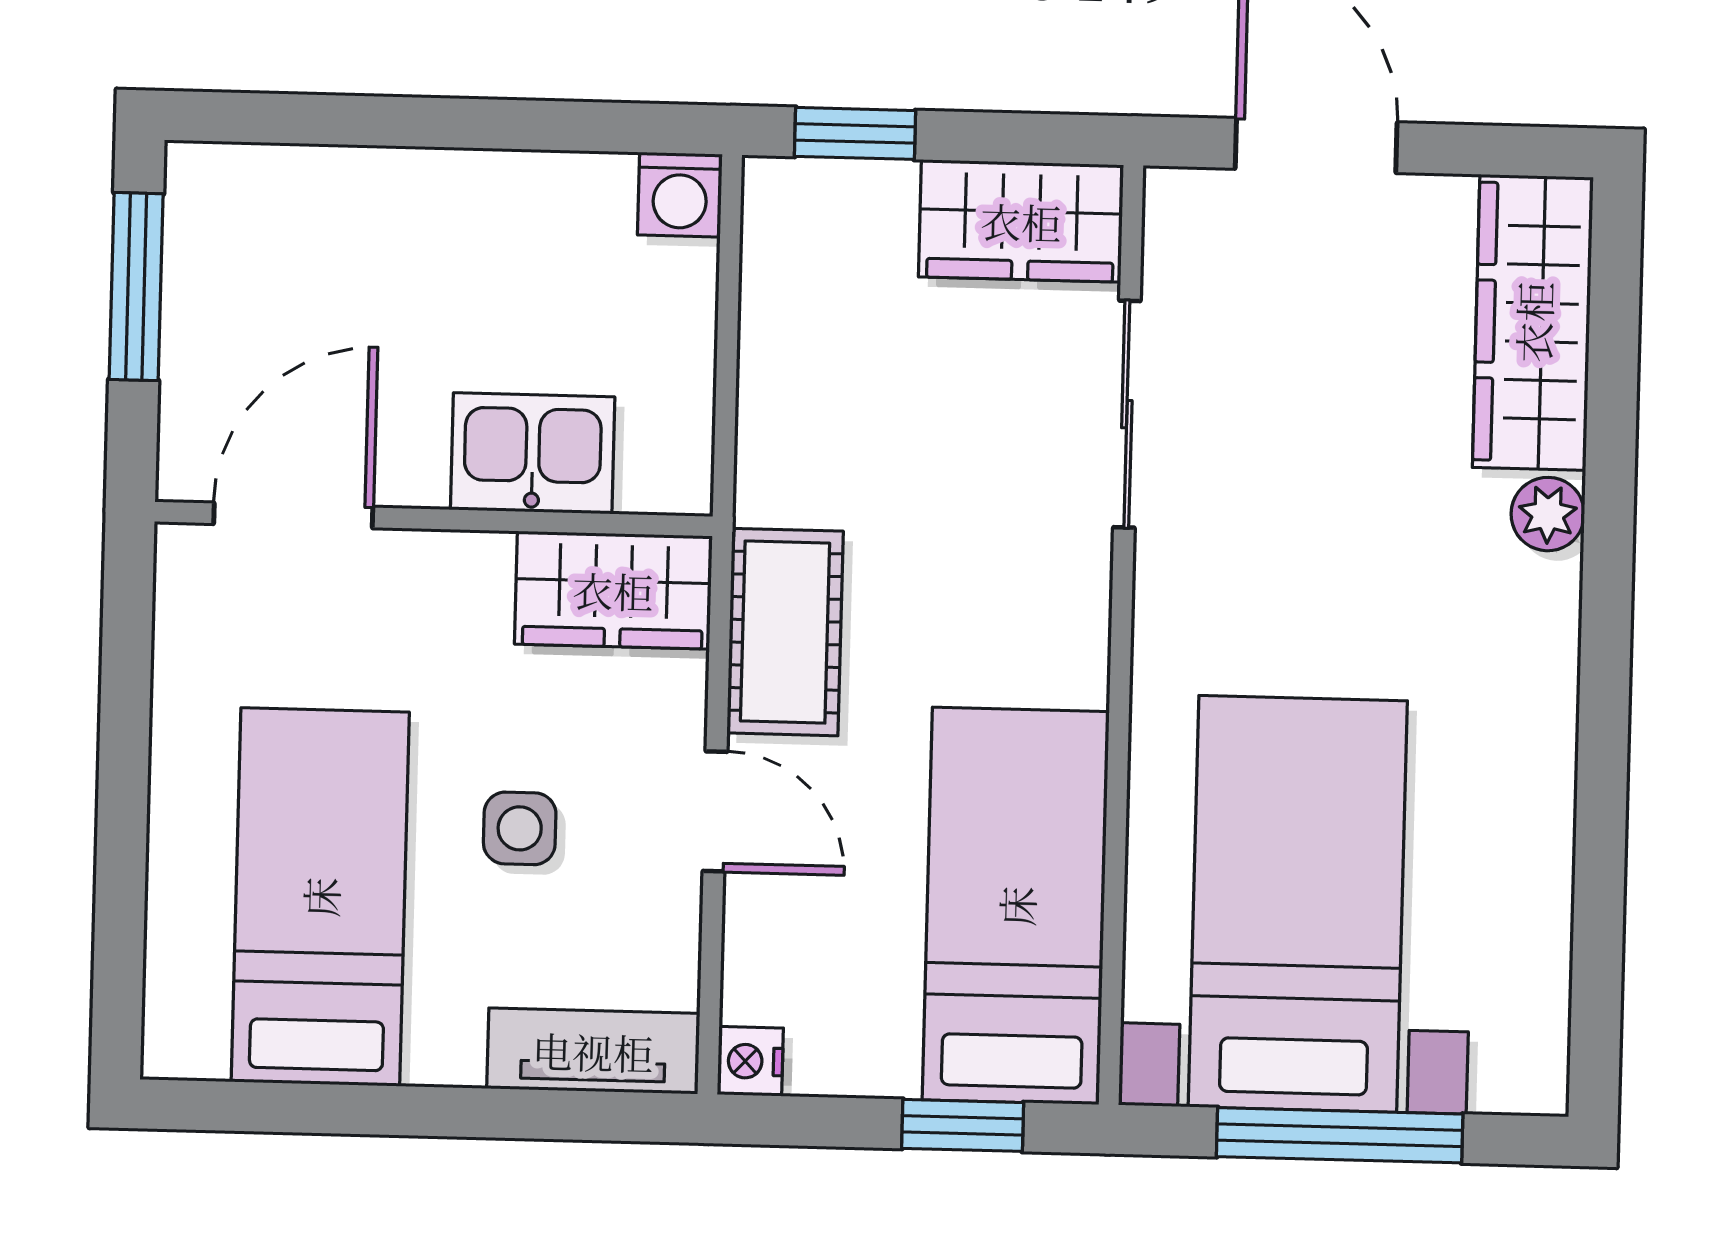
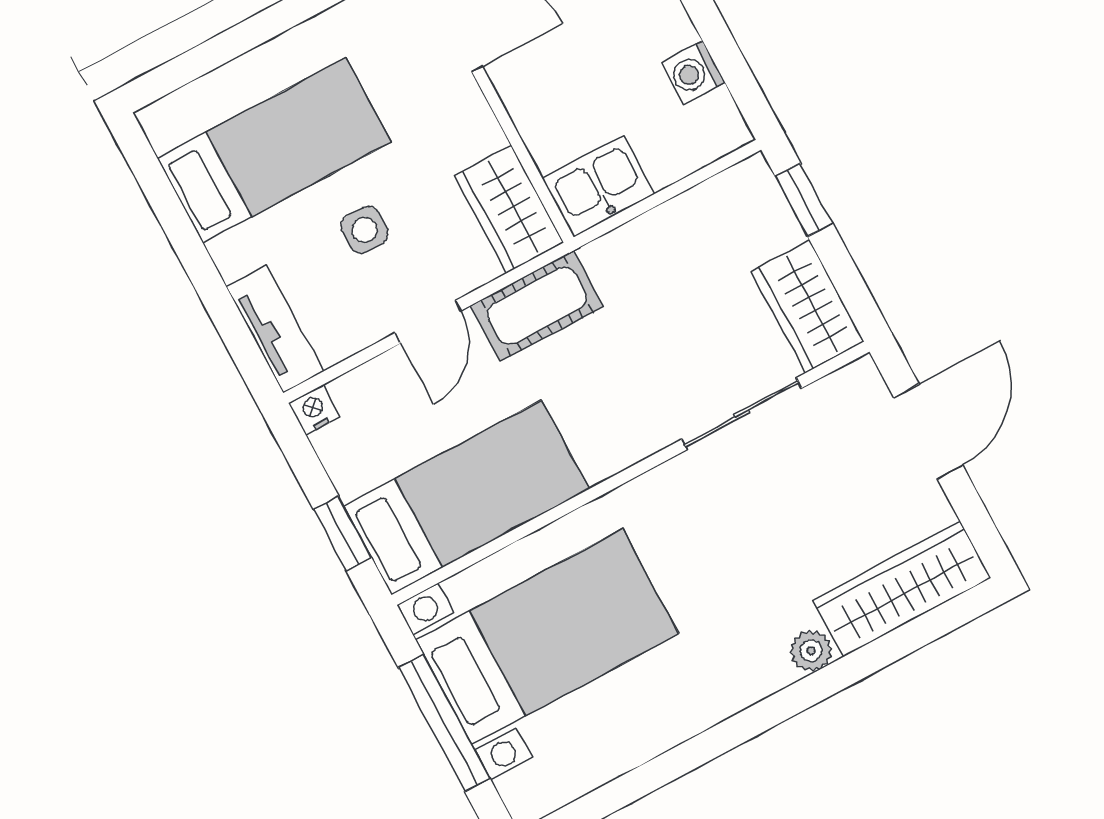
washing machine: (680, 195) -> (693, 73), moved
kitchen sink: (533, 453) -> (599, 186), moved, turned -90

